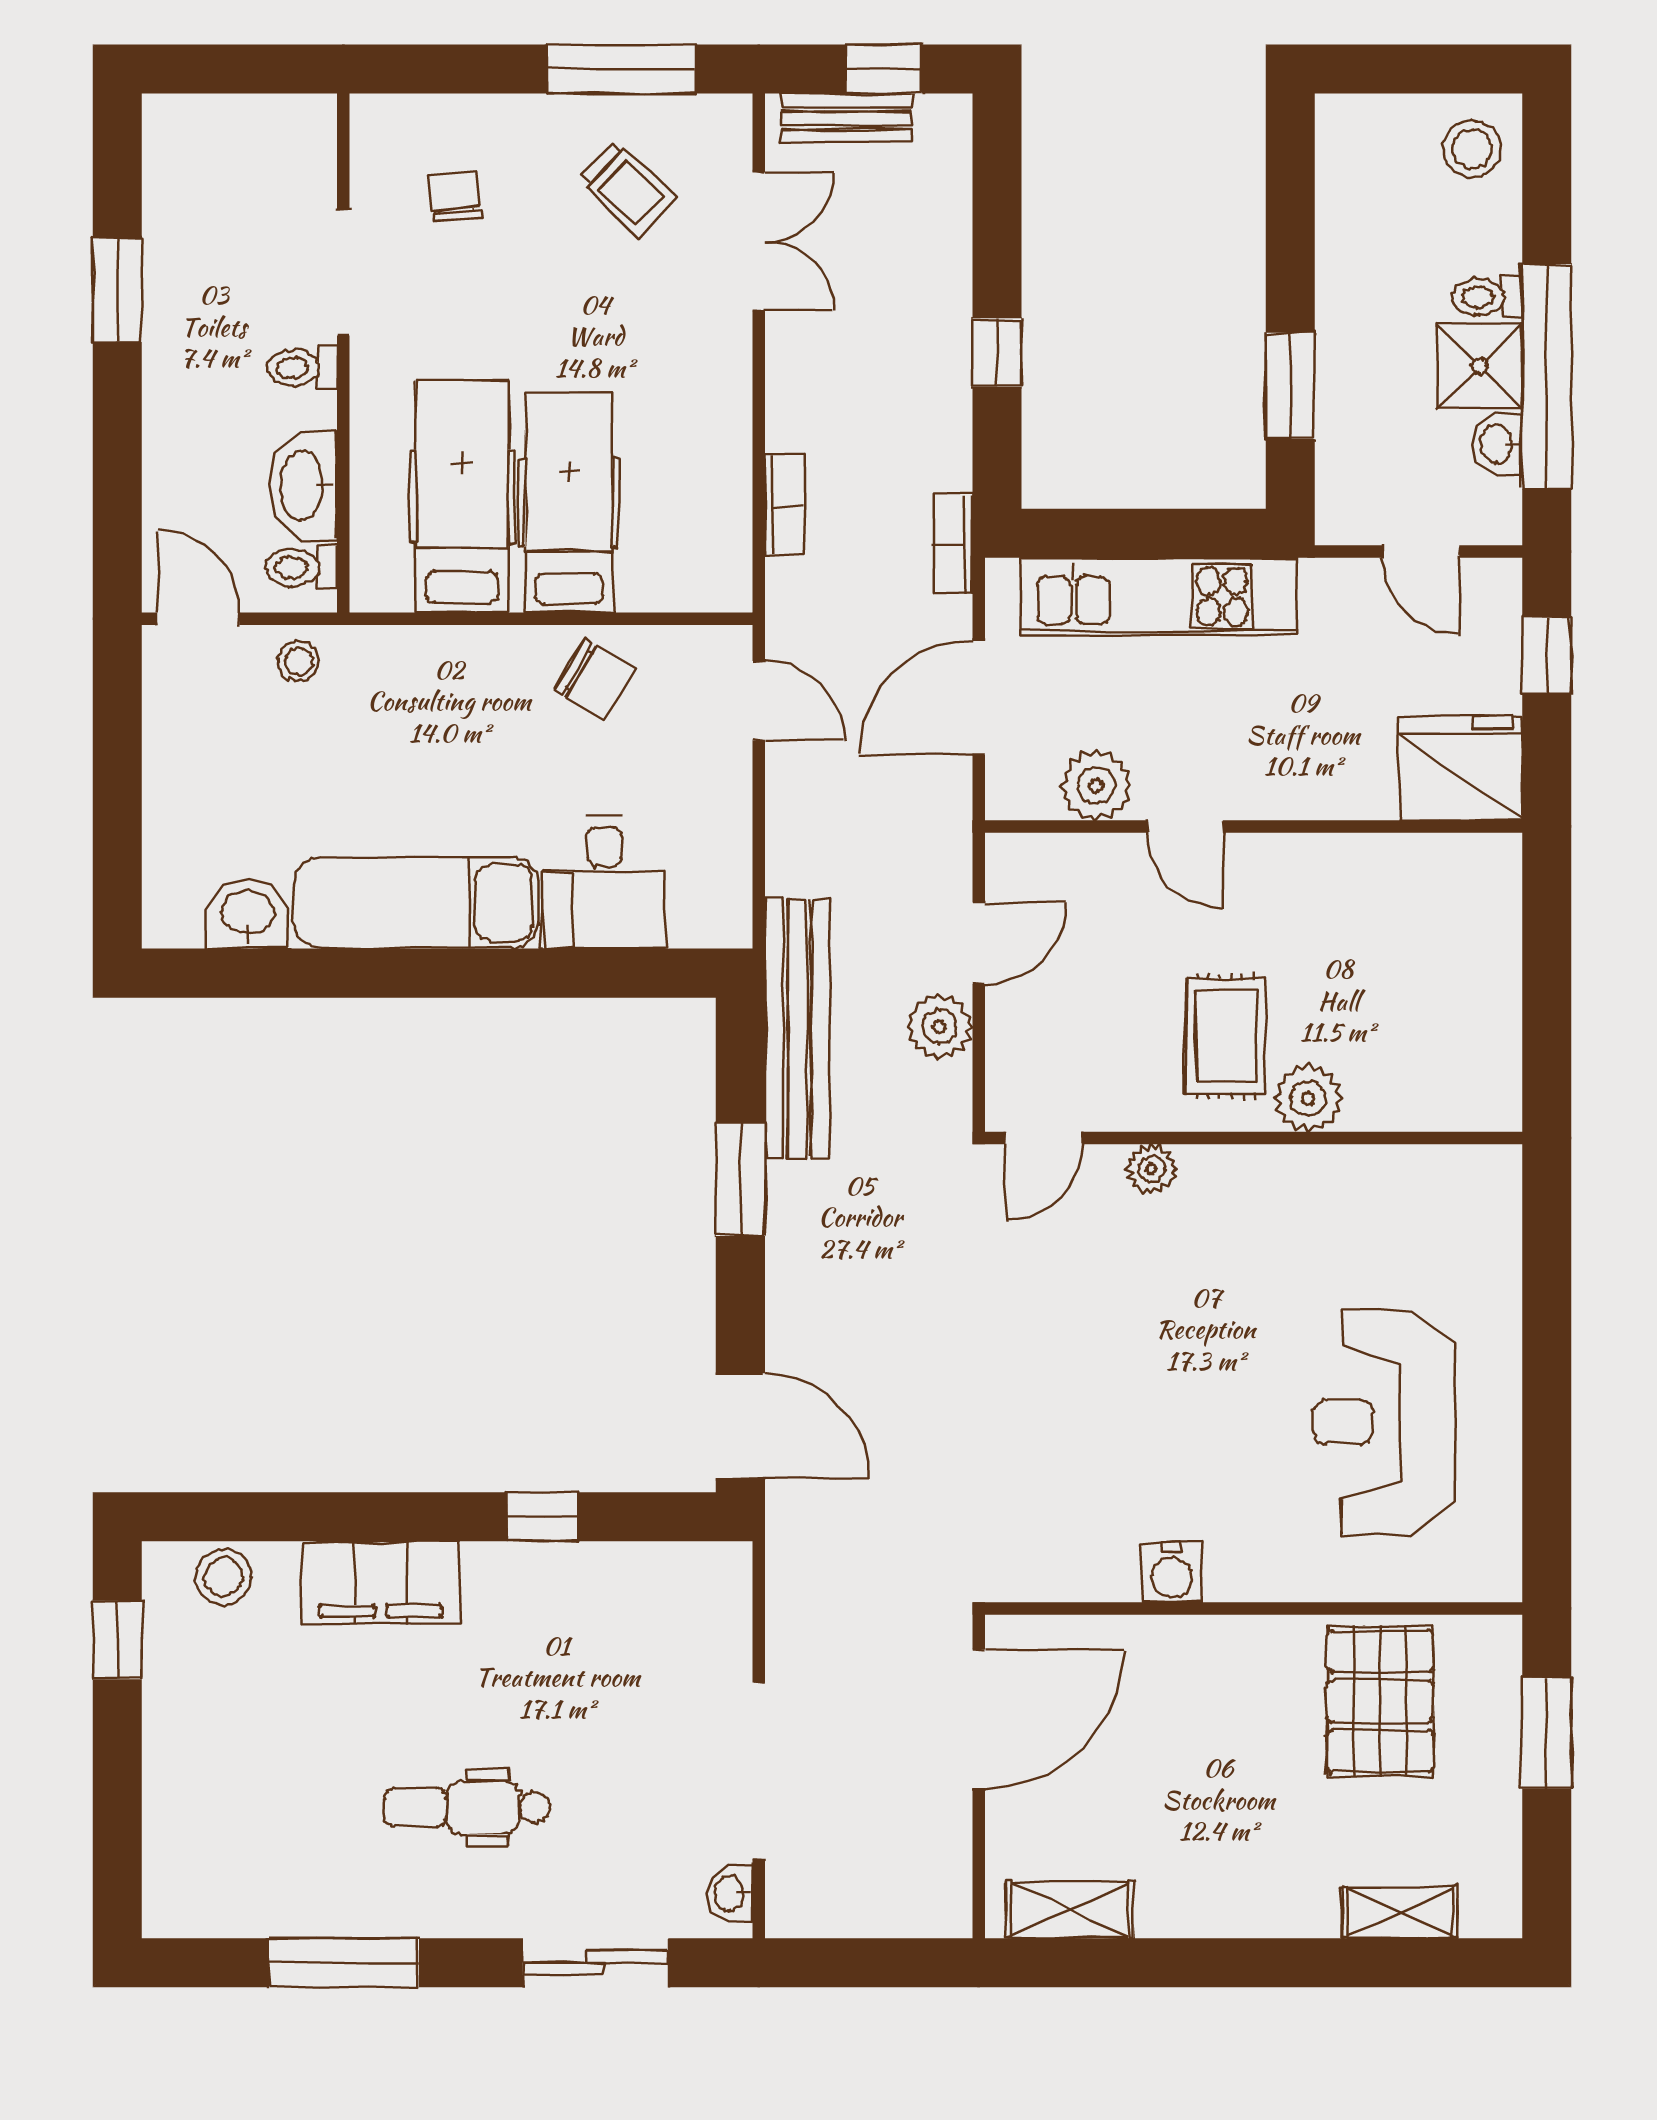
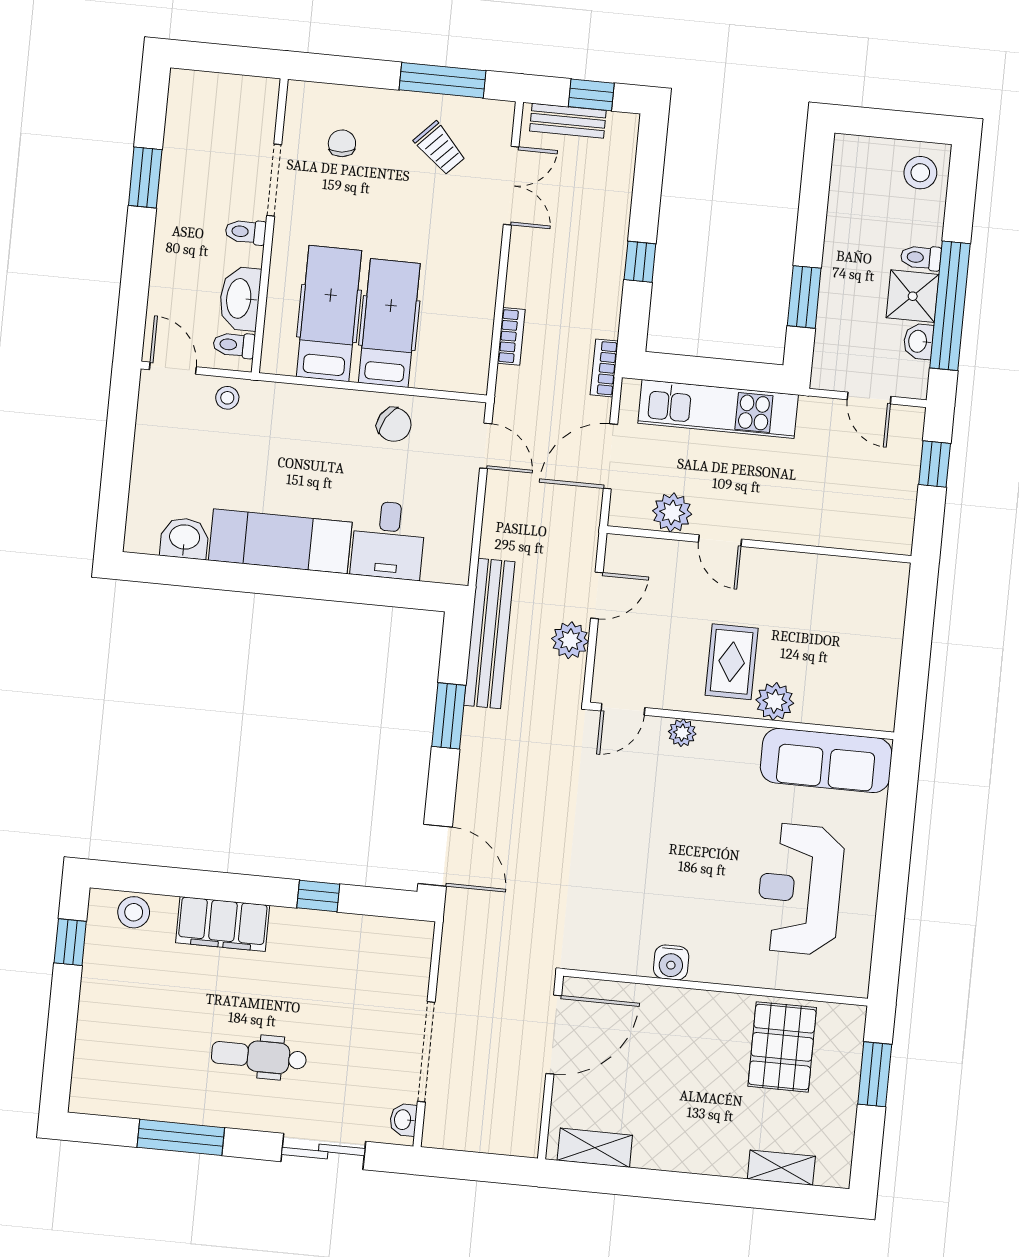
fridge: (1461, 768) -> (880, 523), removed
sofa: (1408, 1193) -> (826, 760), added

